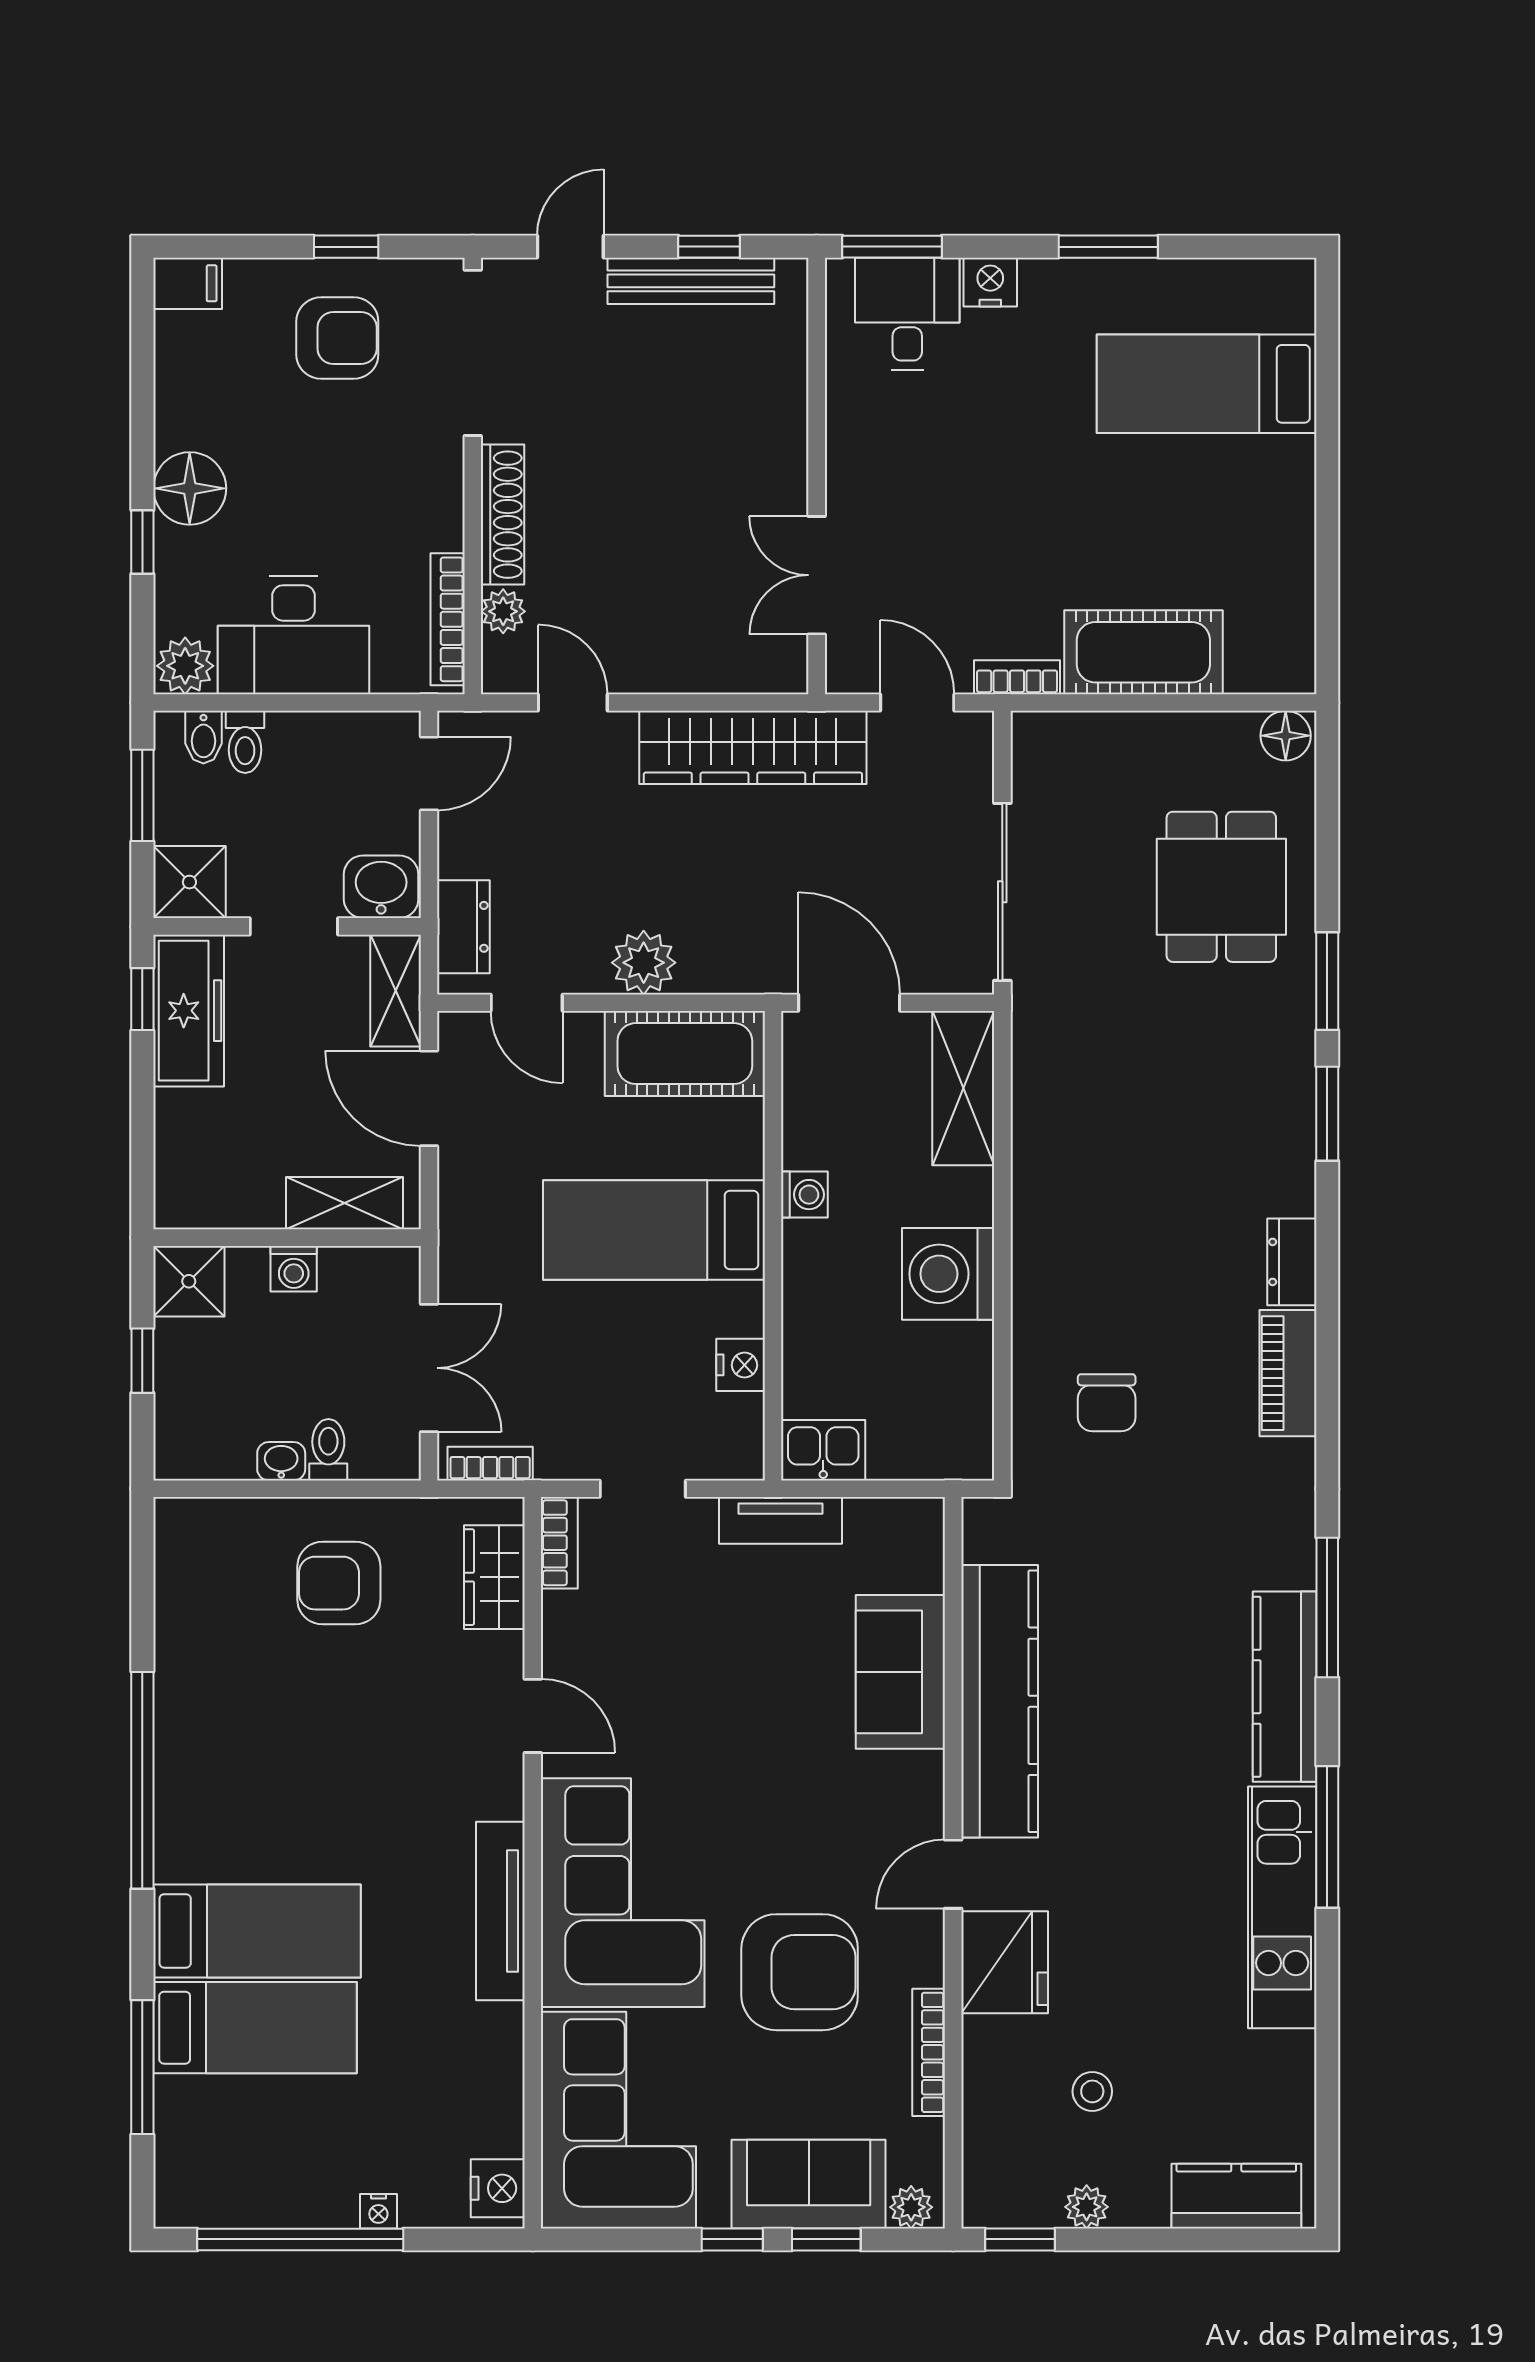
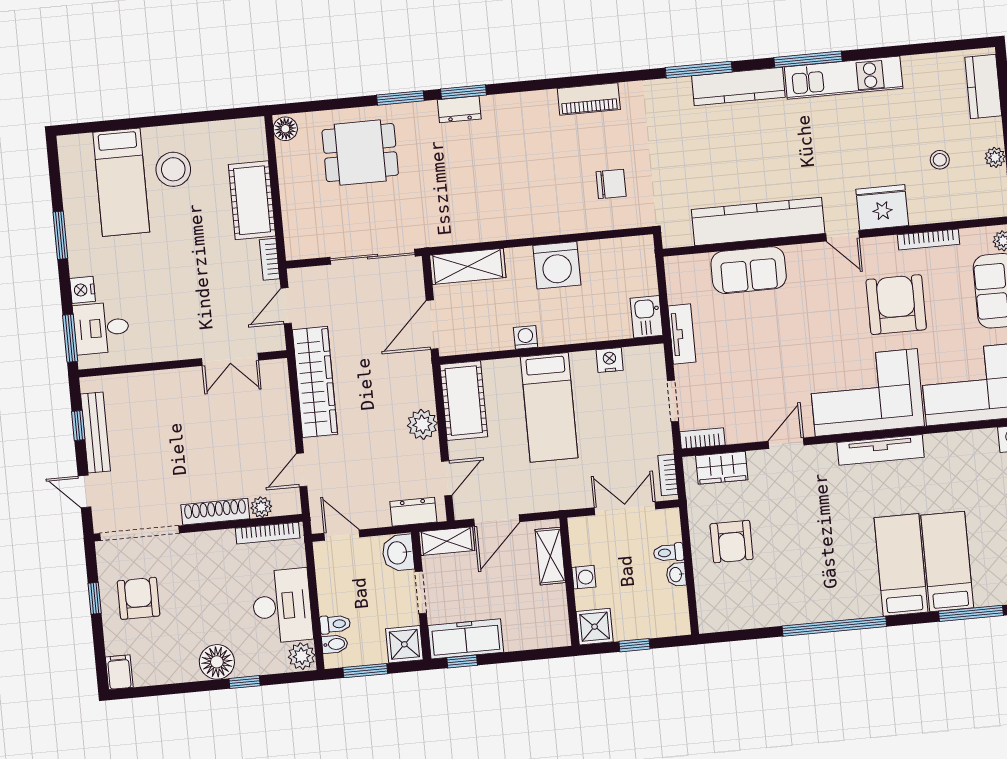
stool: (1223, 495) -> (173, 169), added
dresser: (1292, 1262) -> (459, 109), moved

